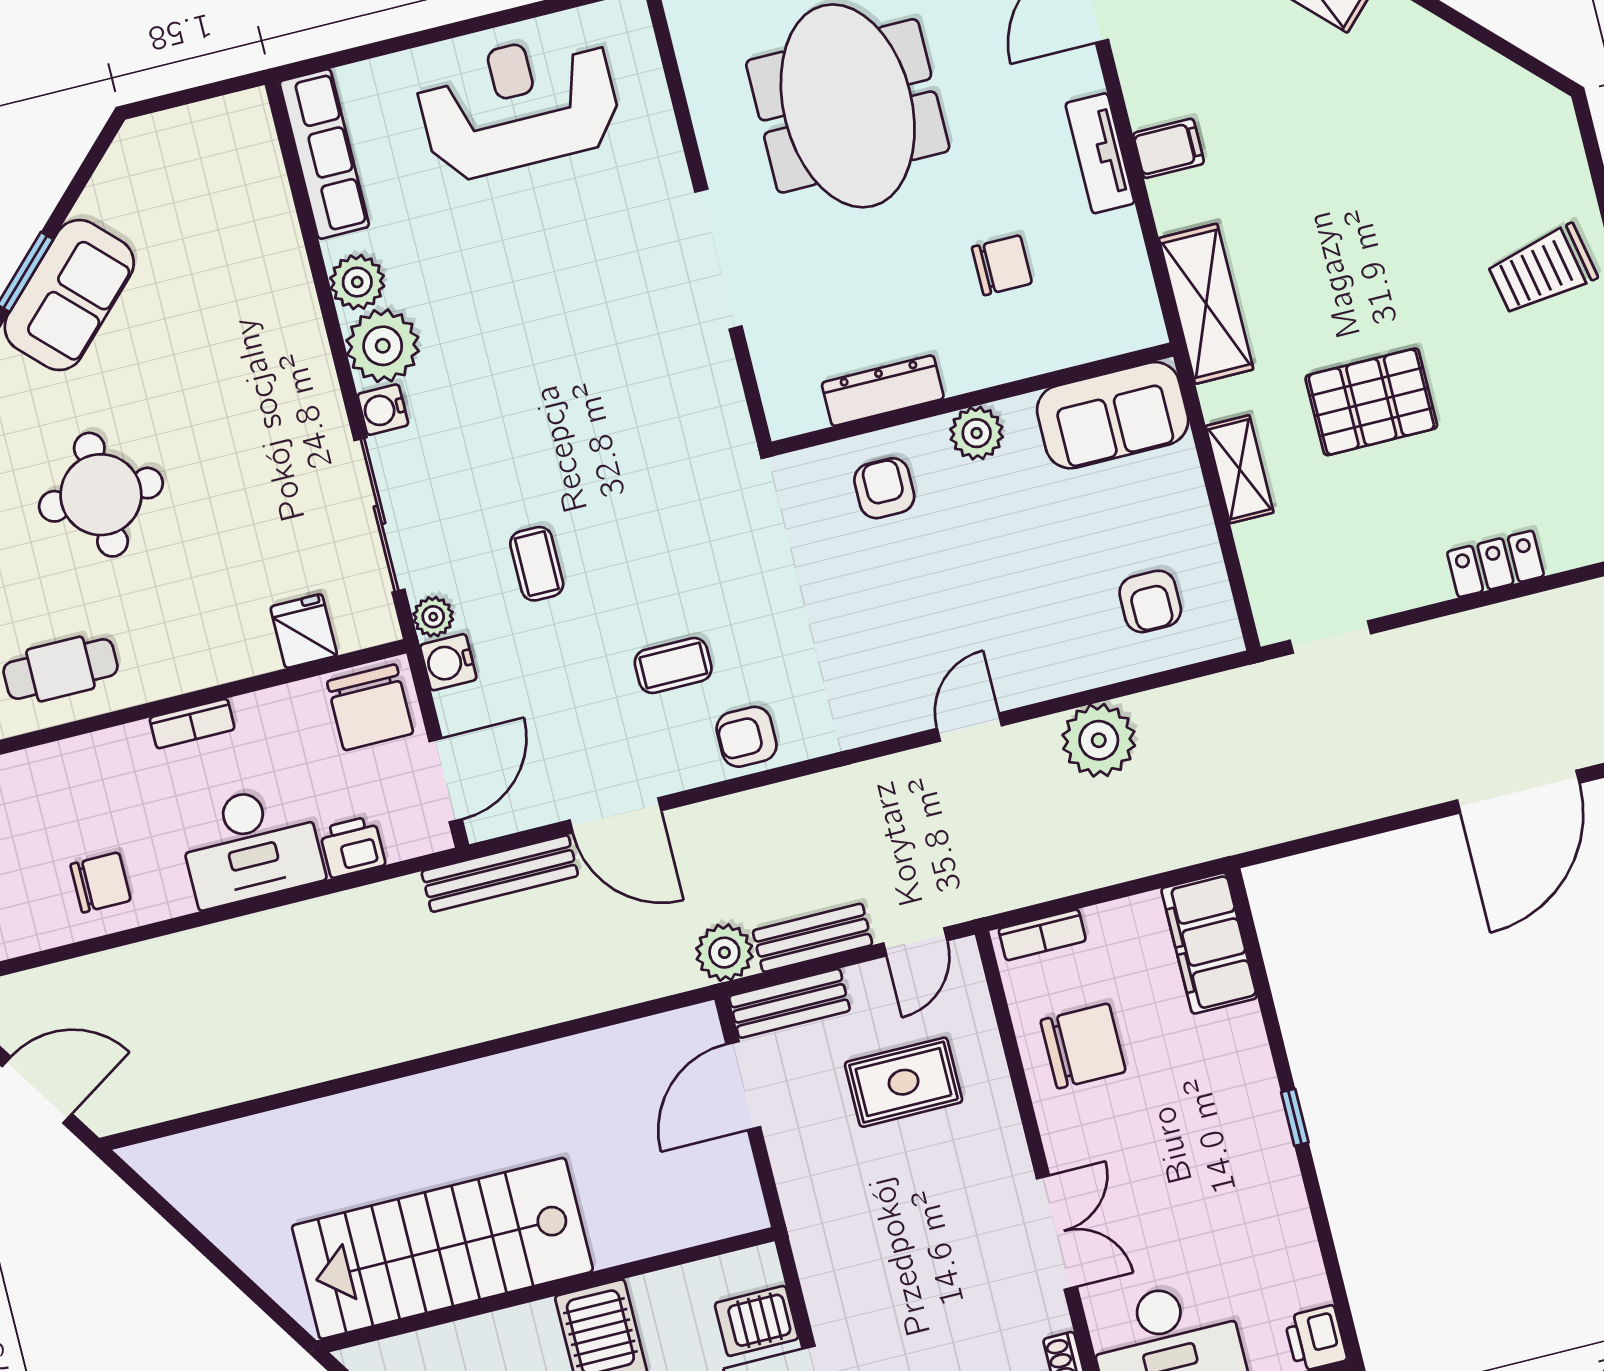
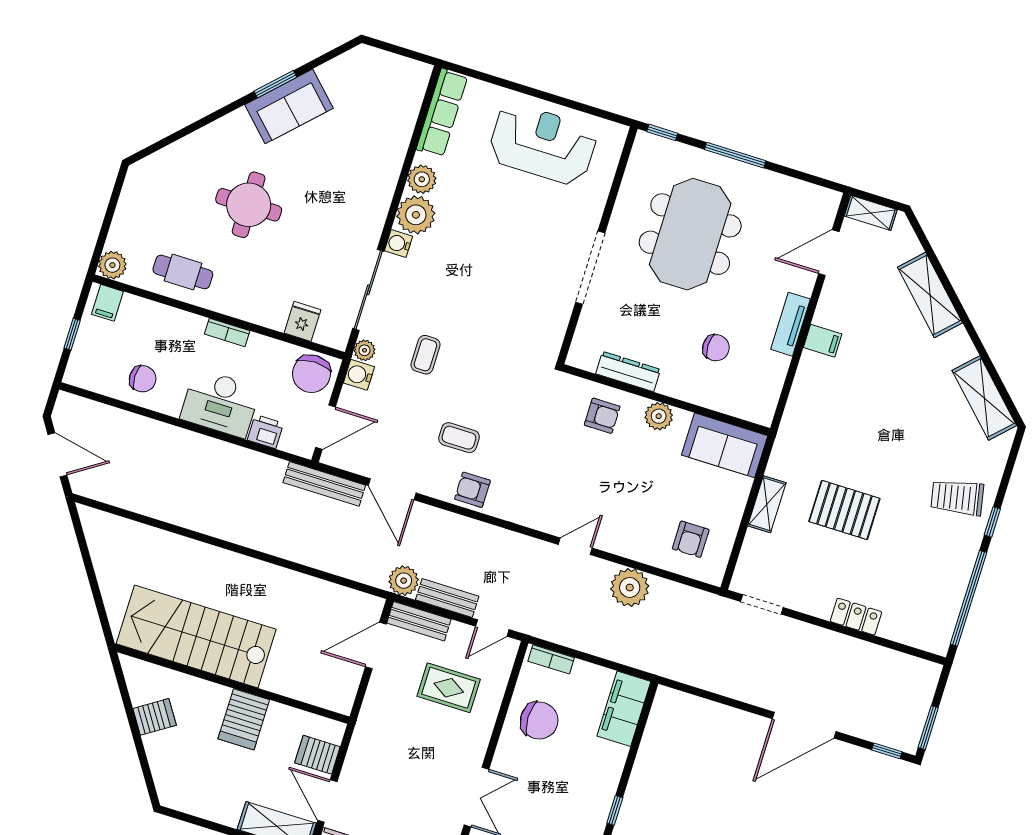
shelving: (1206, 304) -> (984, 398), moved, turned -45
armchair: (884, 488) -> (602, 416), turned 90

